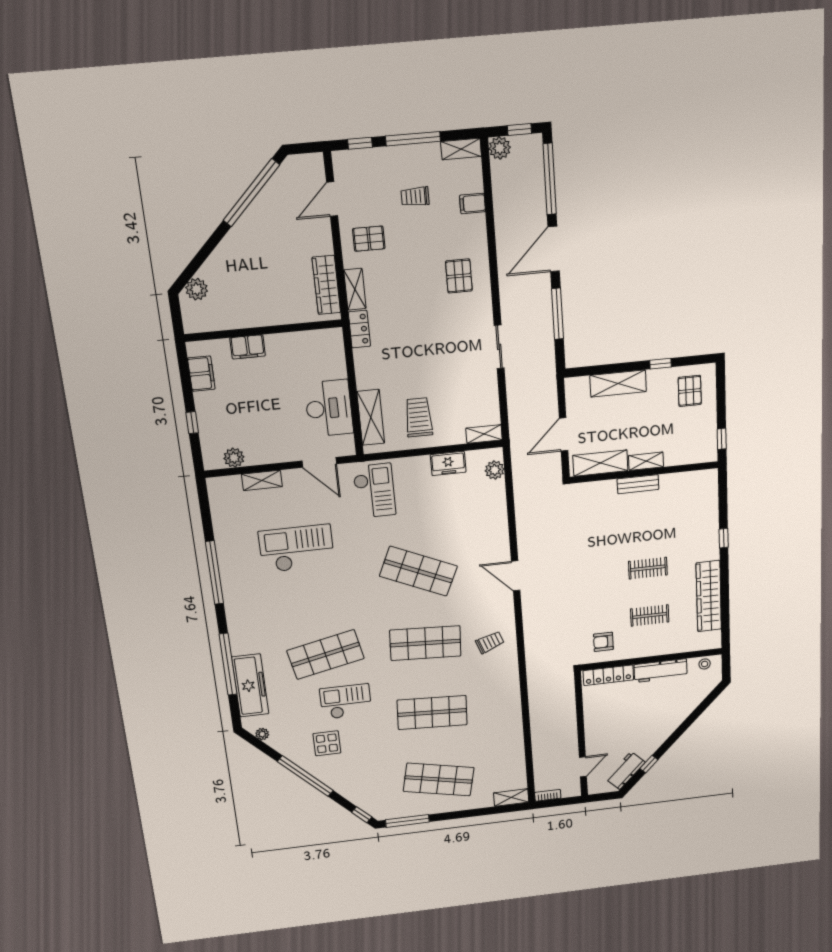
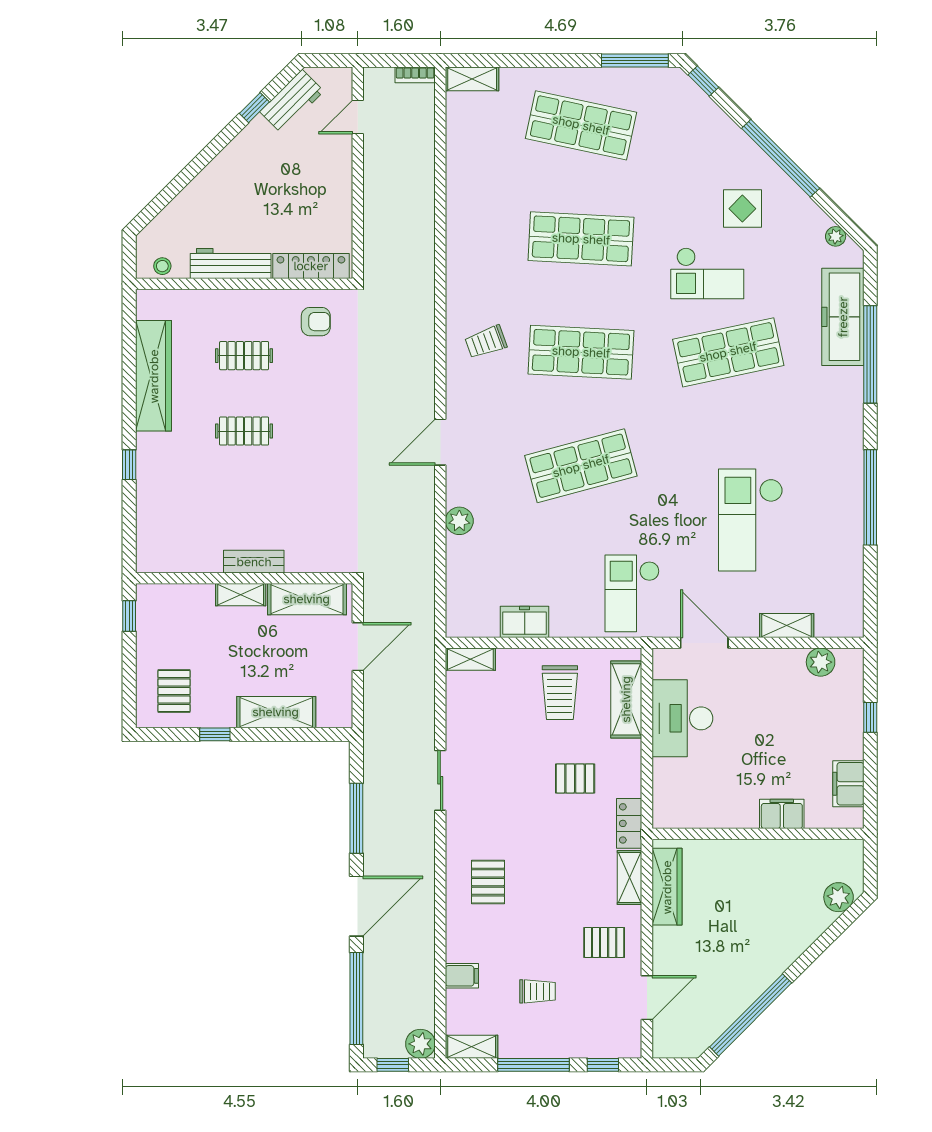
pallet: (402, 358) -> (575, 778), added
plant: (495, 470) -> (459, 521), moved
checkout: (297, 548) -> (751, 520), turned 90
shop shelf: (418, 571) -> (581, 466), turned -39
door: (516, 576) -> (440, 442), swing flipped

